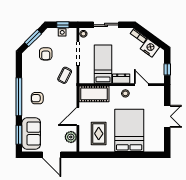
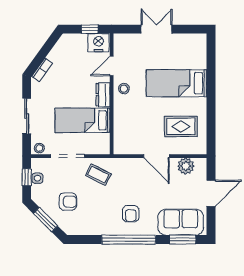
nightstand: (150, 48) -> (98, 43), moved, turned 54
cot: (94, 94) -> (125, 133), removed
bed: (129, 130) -> (176, 83), width x0.67

